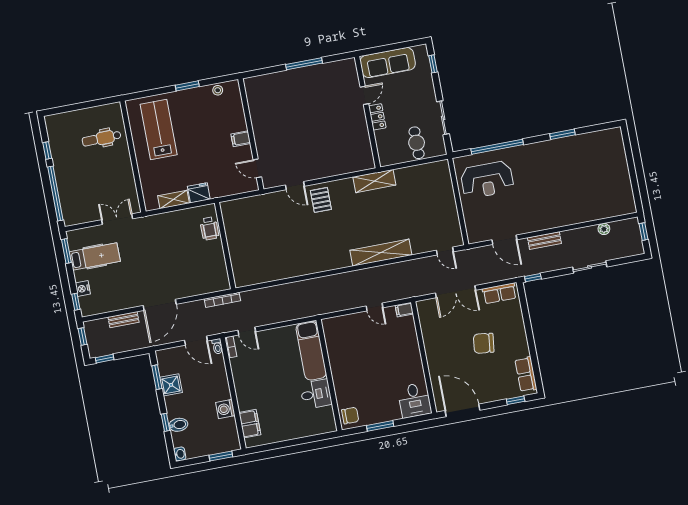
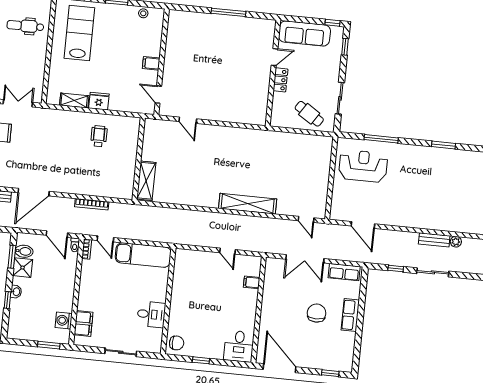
window: (413, 43) -> (333, 23), added
cafe table: (417, 143) -> (309, 114), turned -57
window: (497, 147) -> (381, 139), width x0.68
reception desk: (487, 180) -> (363, 166), turned 180
shelving: (374, 181) -> (146, 181), moved, turned 90
pallet: (321, 200) -> (207, 140), removed
wheelchair: (209, 228) -> (99, 136), turned 180
bench: (544, 241) -> (434, 240), moved
wall: (225, 246) -> (139, 159), moved
window: (533, 278) -> (396, 269), moved
filing cabinet: (404, 310) -> (252, 282), moved
chair: (484, 343) -> (317, 313), turned 83
exam couch: (311, 351) -> (143, 255), moved, turned -90
row of seats: (526, 374) -> (350, 315), moved
washing machine: (225, 409) -> (64, 320), moved
bidet: (178, 425) -> (24, 251), moved
window: (380, 426) -> (201, 360), width x0.67
sliding door: (296, 442) -> (121, 352), added
washbasin: (180, 454) -> (16, 292), moved

